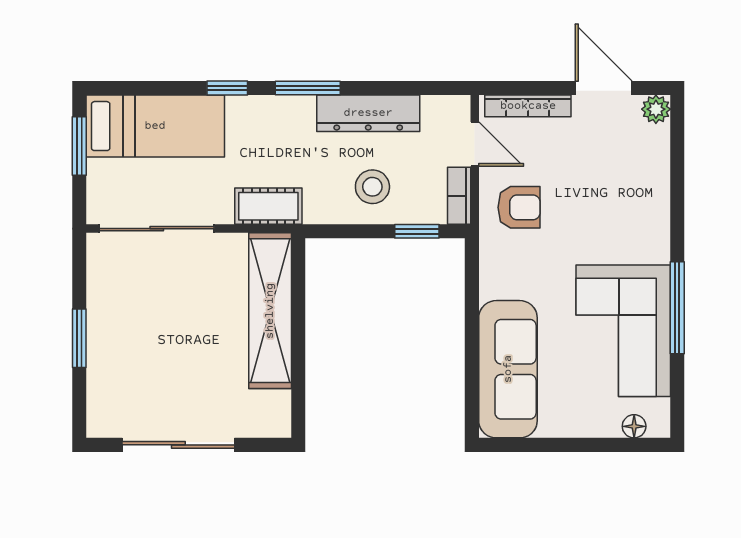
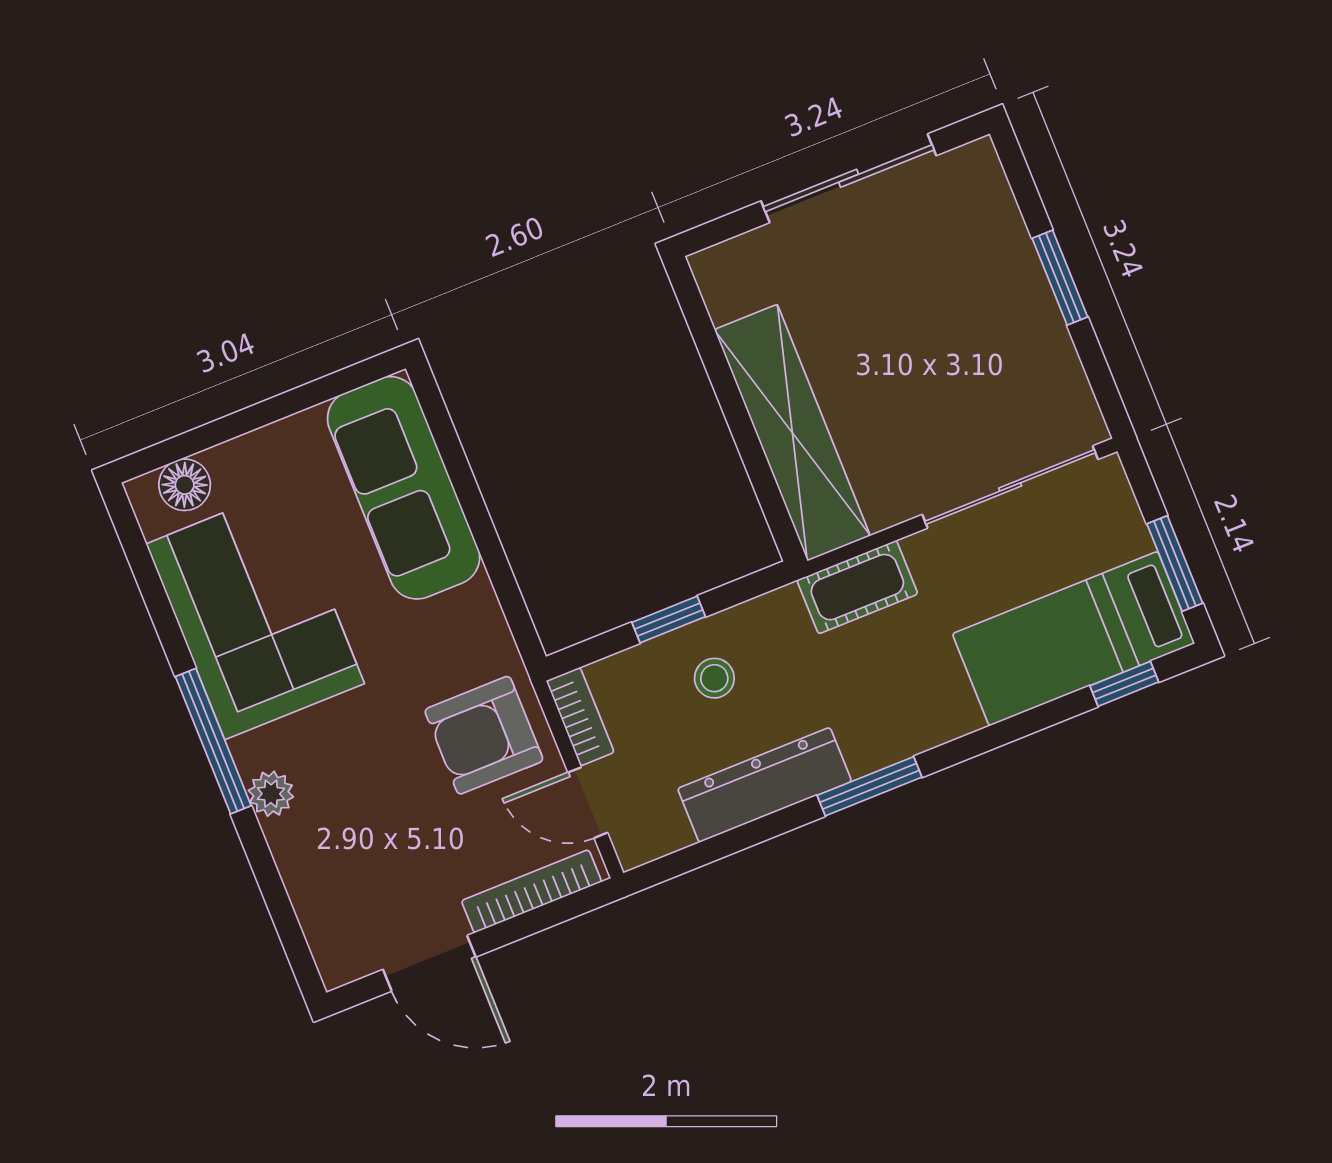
window: (227, 88) -> (1124, 684), moved
plant: (656, 109) -> (271, 794), moved
stool: (372, 187) -> (714, 678), width x0.73, depth x0.73
armchair: (519, 207) -> (484, 735), width x1.38, depth x1.38
window: (417, 231) -> (669, 620), moved
window: (677, 308) -> (213, 741), moved
floor lamp: (634, 426) -> (185, 485), width x1.37, depth x1.37

